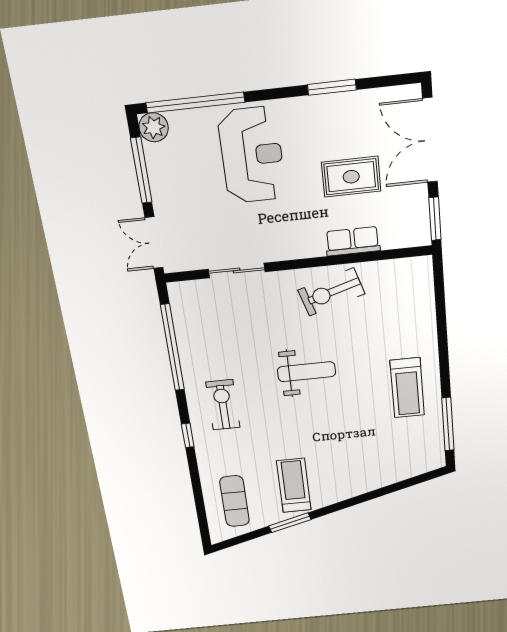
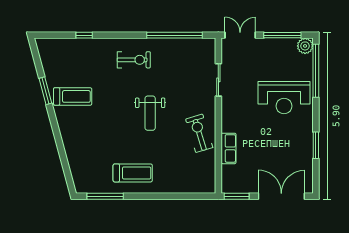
rug: (351, 177) -> (266, 151), removed
treadmill: (407, 388) -> (133, 173), turned 180
window: (188, 435) -> (84, 35), moved
exercise mat: (234, 501) -> (65, 58), removed

